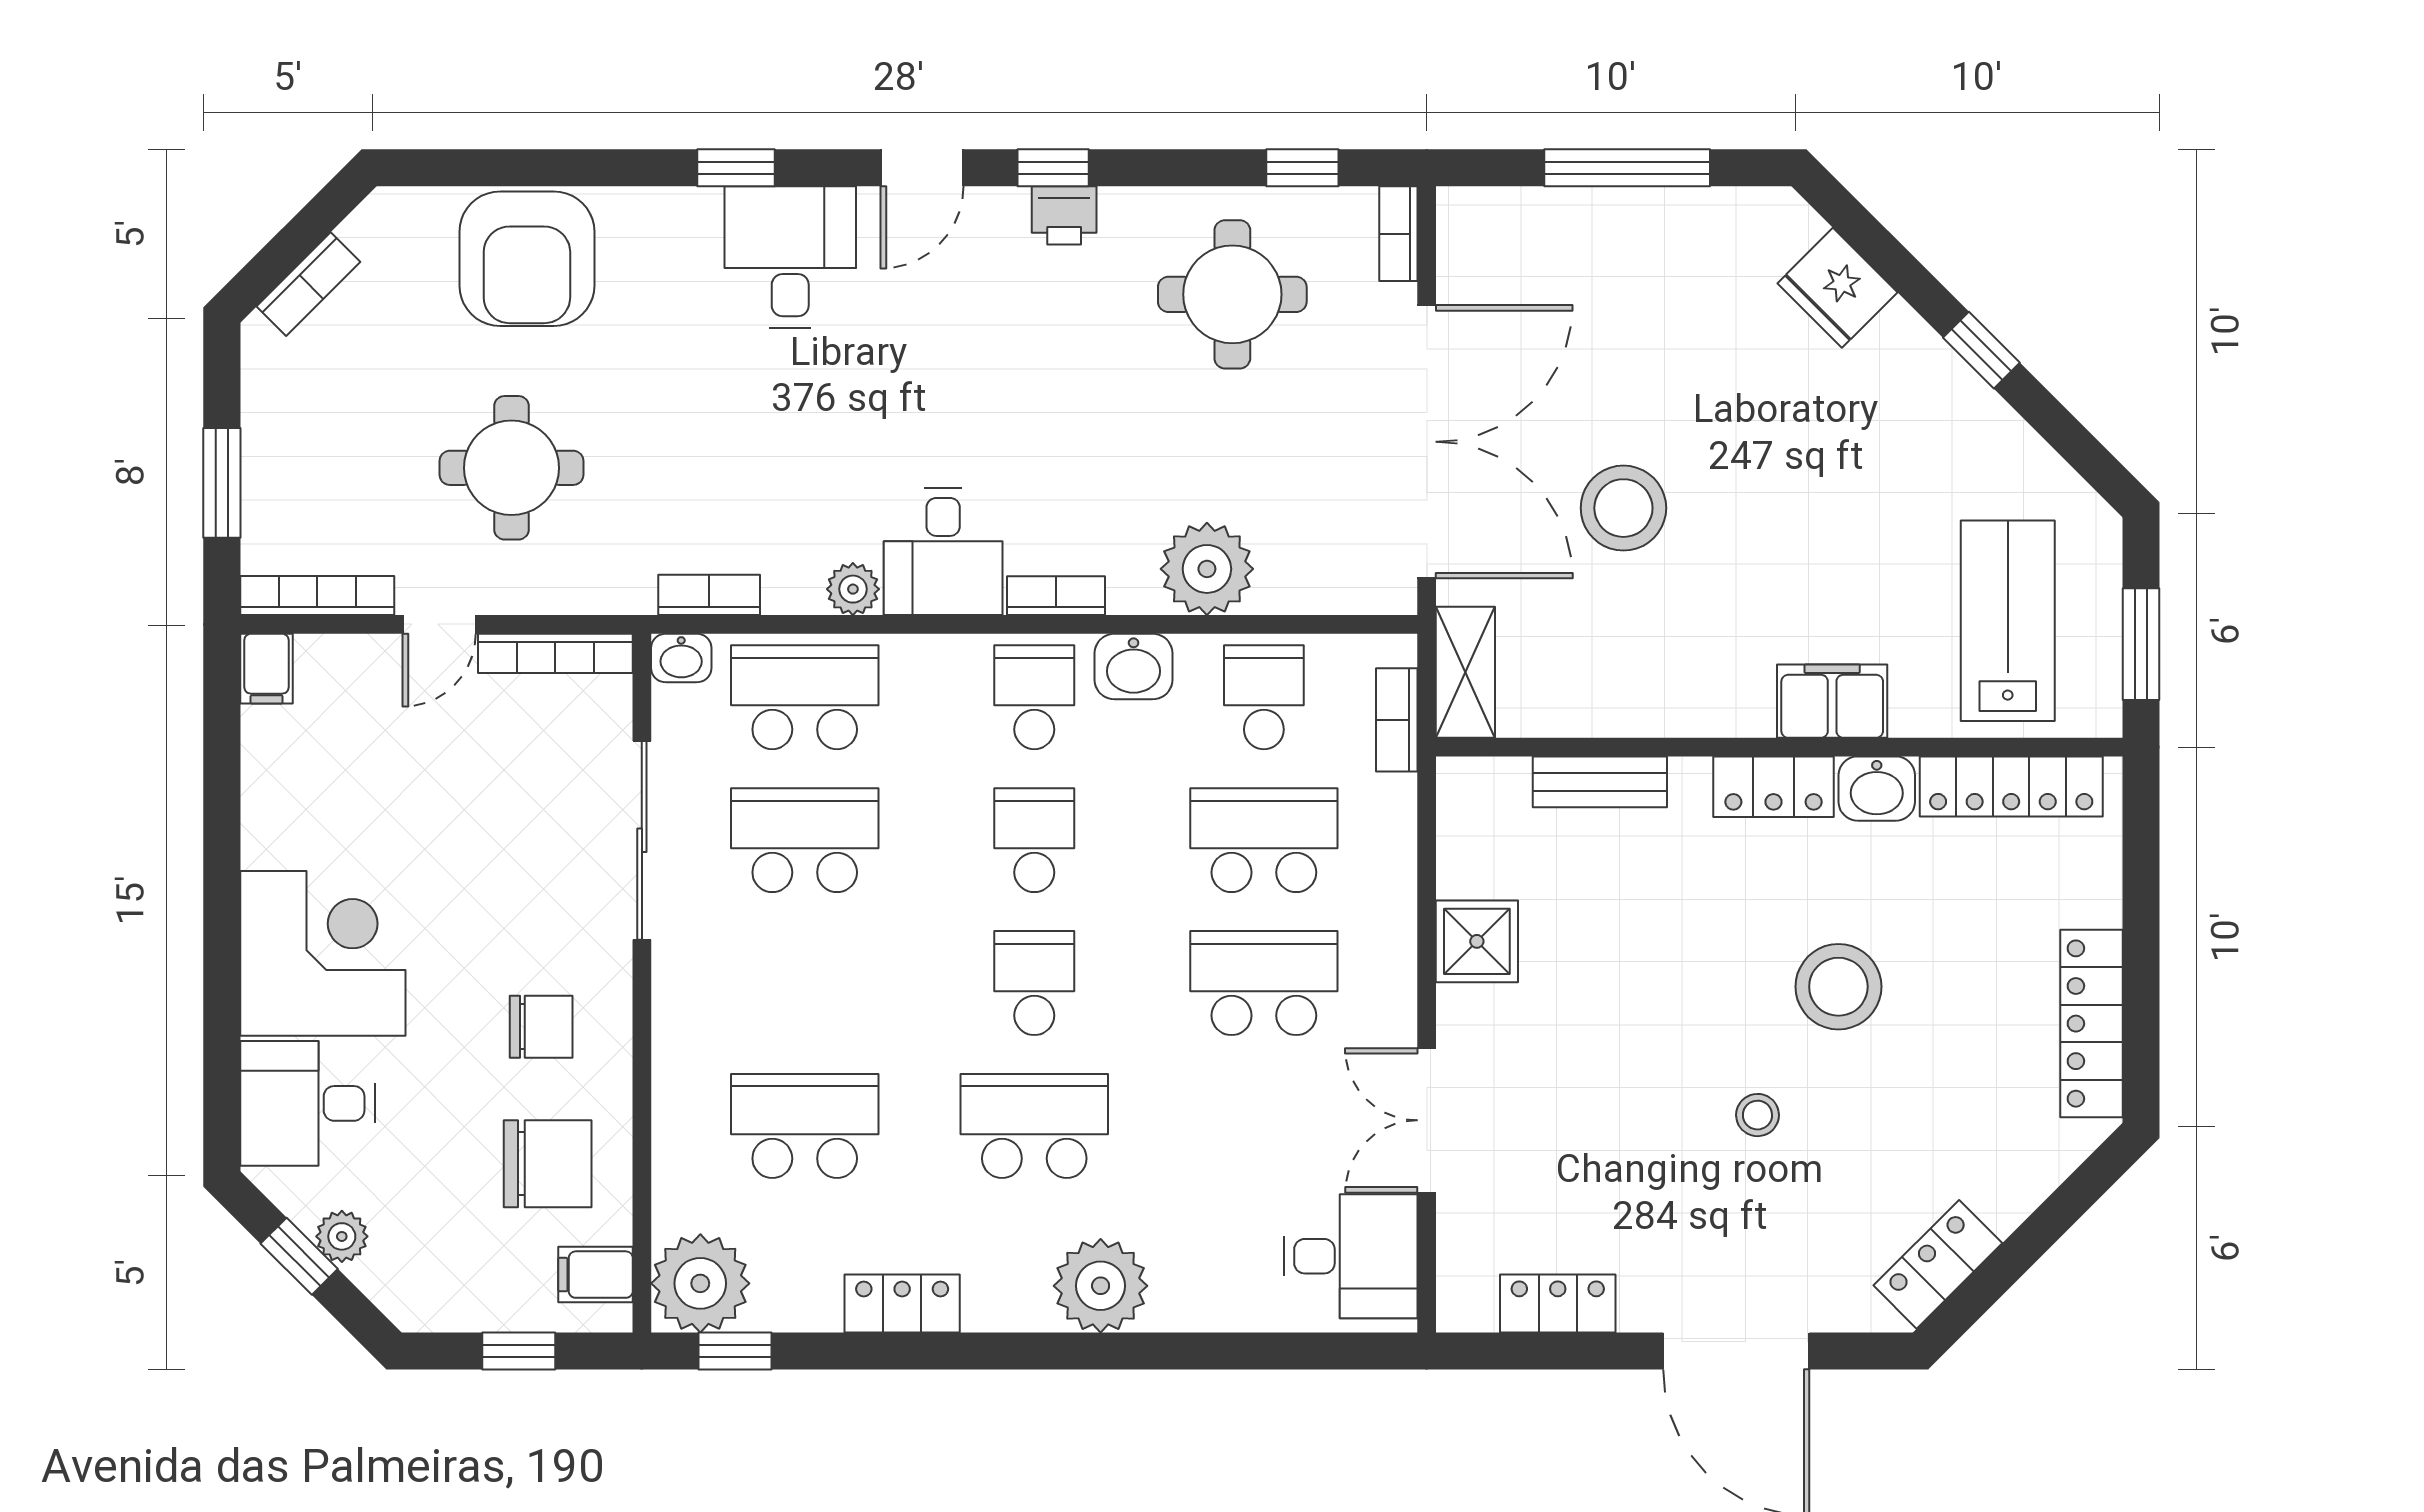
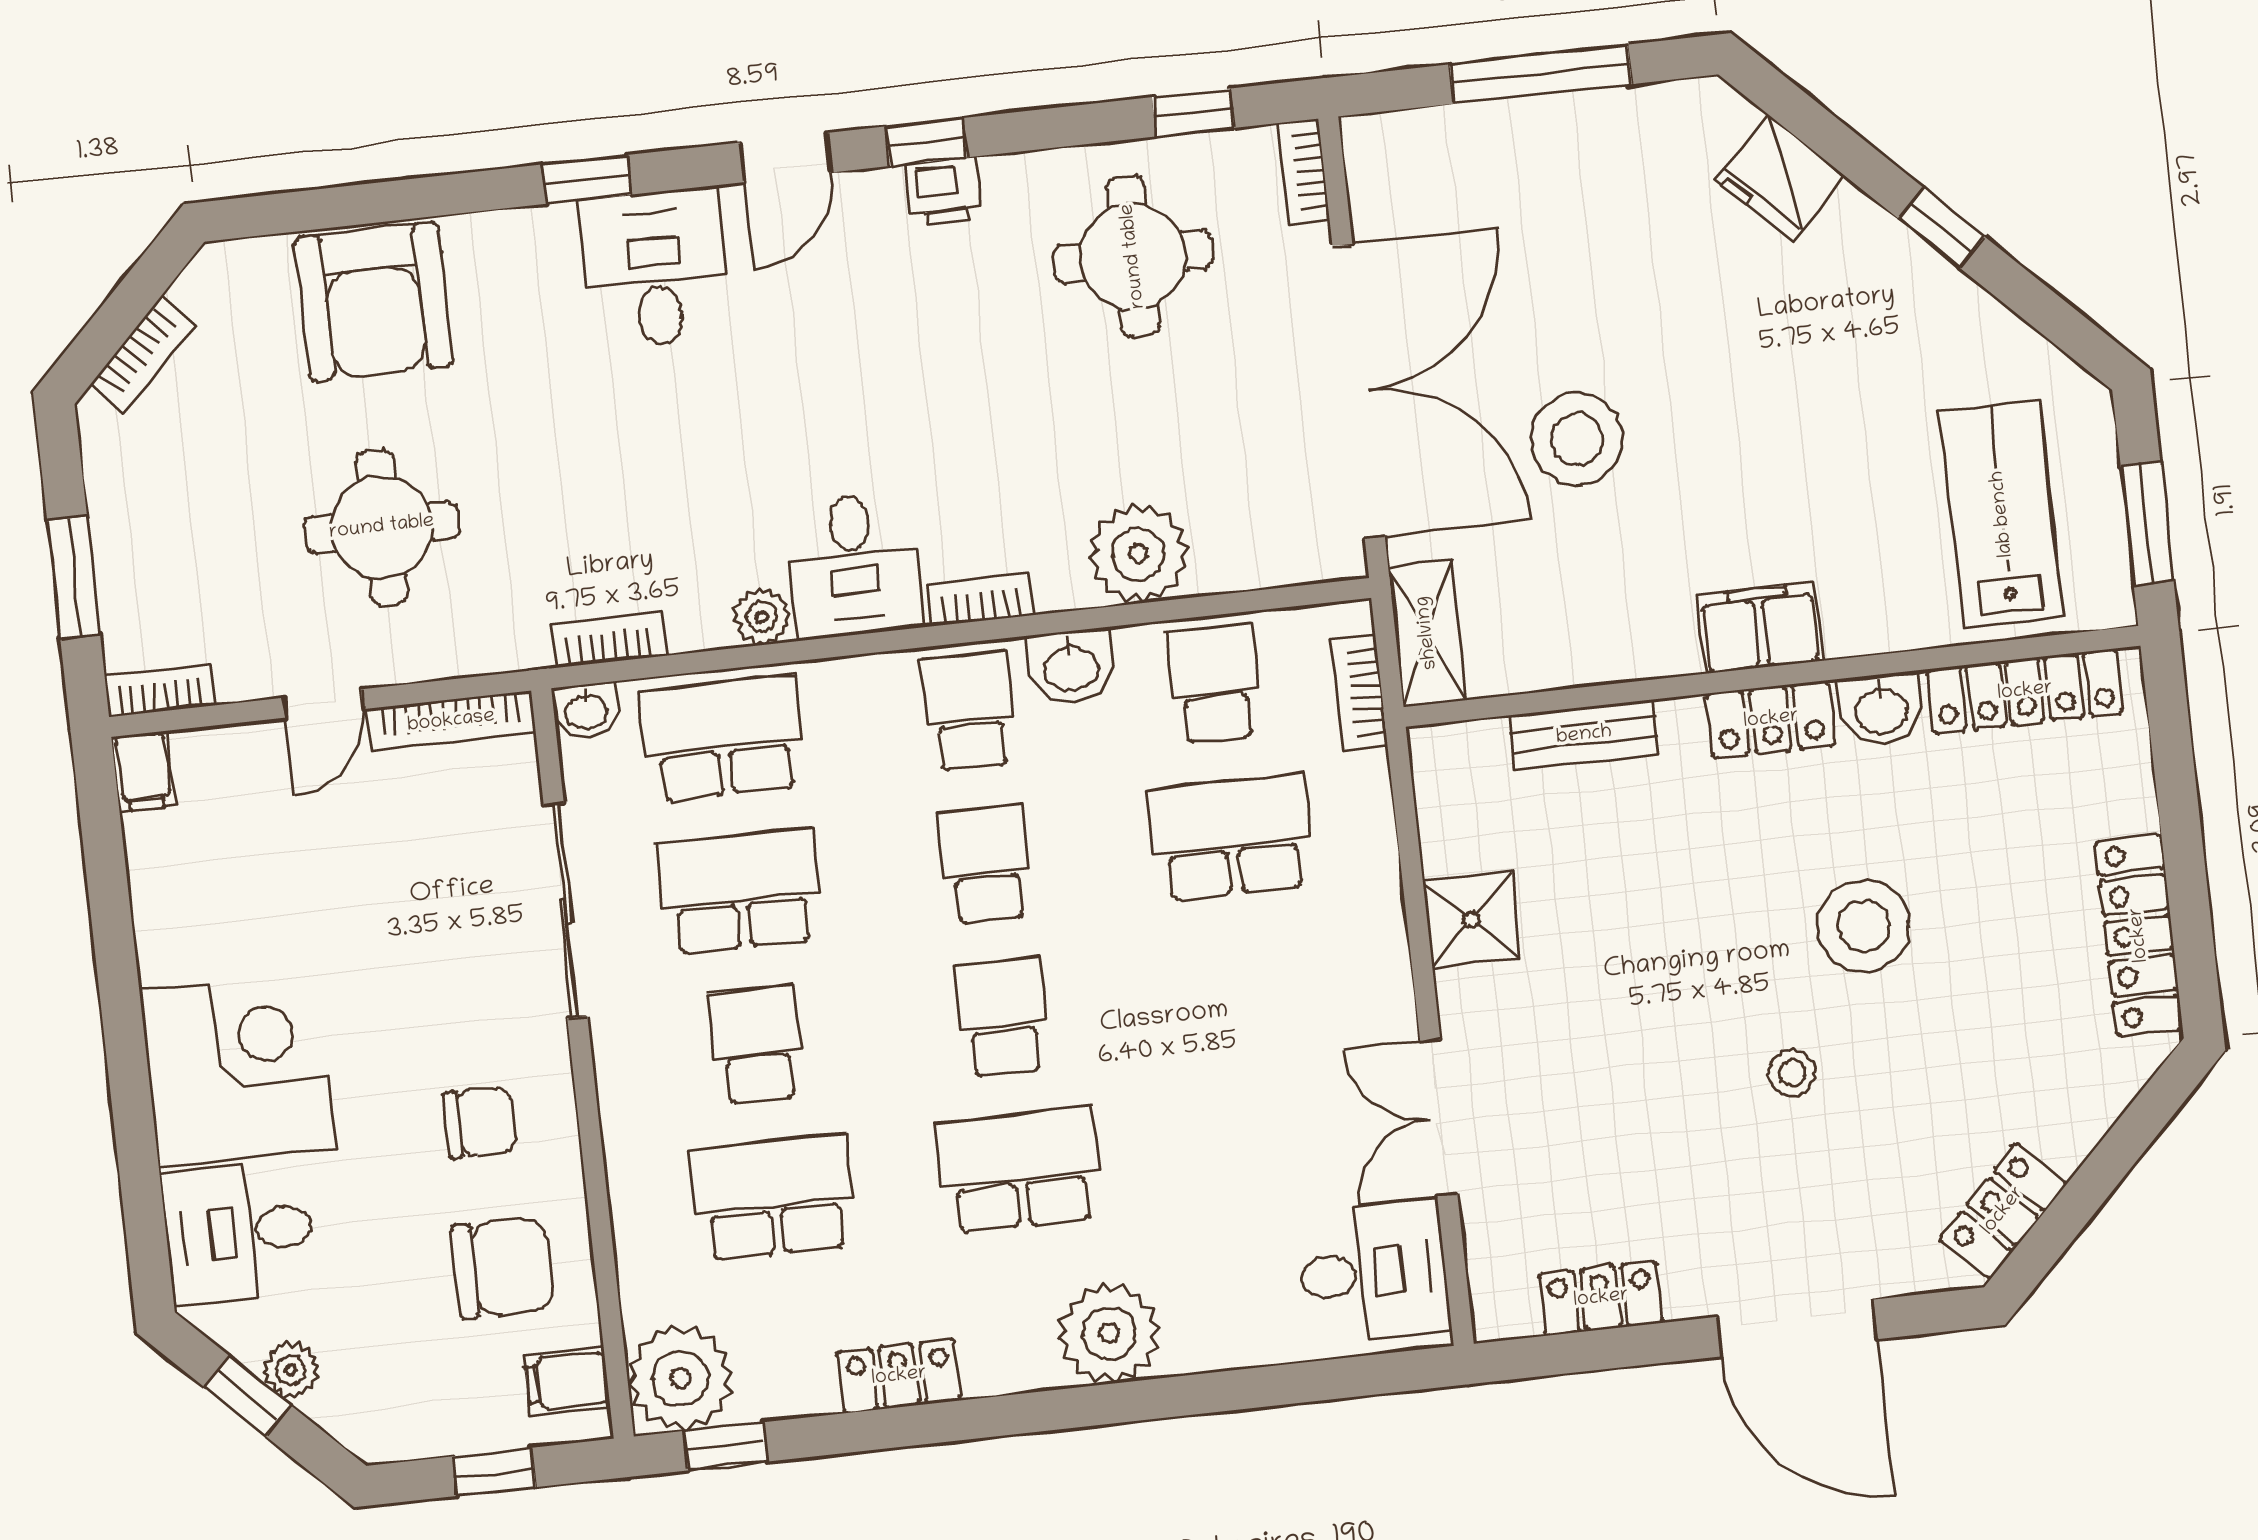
bookcase: (317, 596) -> (159, 690), width x0.64
filing cabinet: (1832, 701) -> (1760, 628), moved
school desk: (1264, 983) -> (757, 1044), moved, width x0.54

